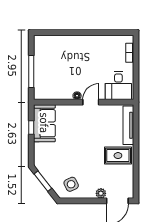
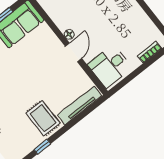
door: (91, 102) -> (73, 52), hinge flipped
window: (136, 171) -> (42, 147), added

